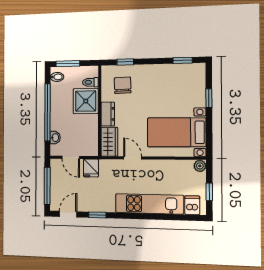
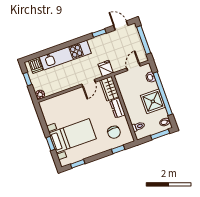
shower: (86, 101) -> (153, 101), moved
bed with nightstands: (176, 132) -> (73, 136), moved
door: (71, 157) -> (133, 67), hinge flipped
door: (133, 158) -> (89, 83), hinge flipped
fridge: (91, 168) -> (106, 69), moved
door: (68, 214) -> (121, 25), swing flipped

